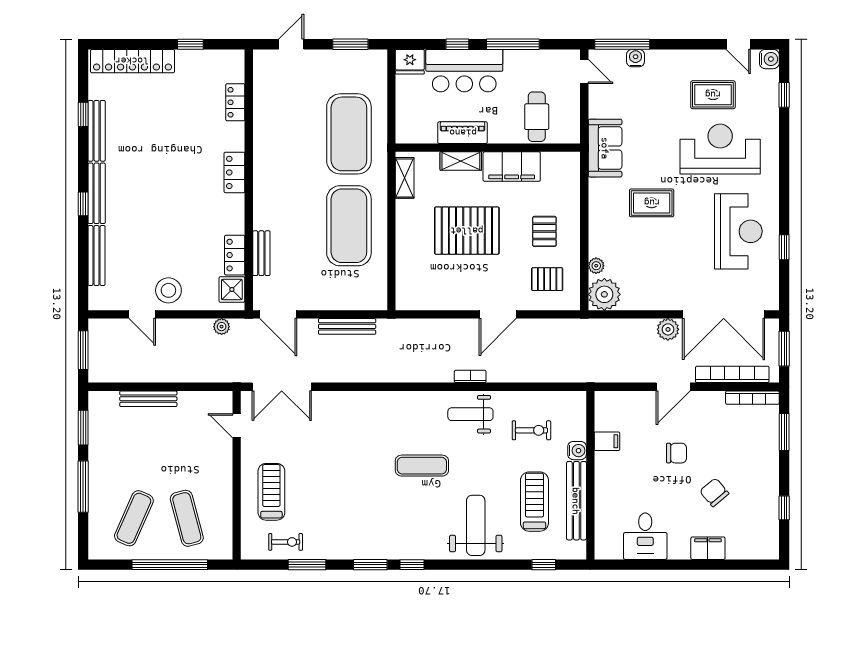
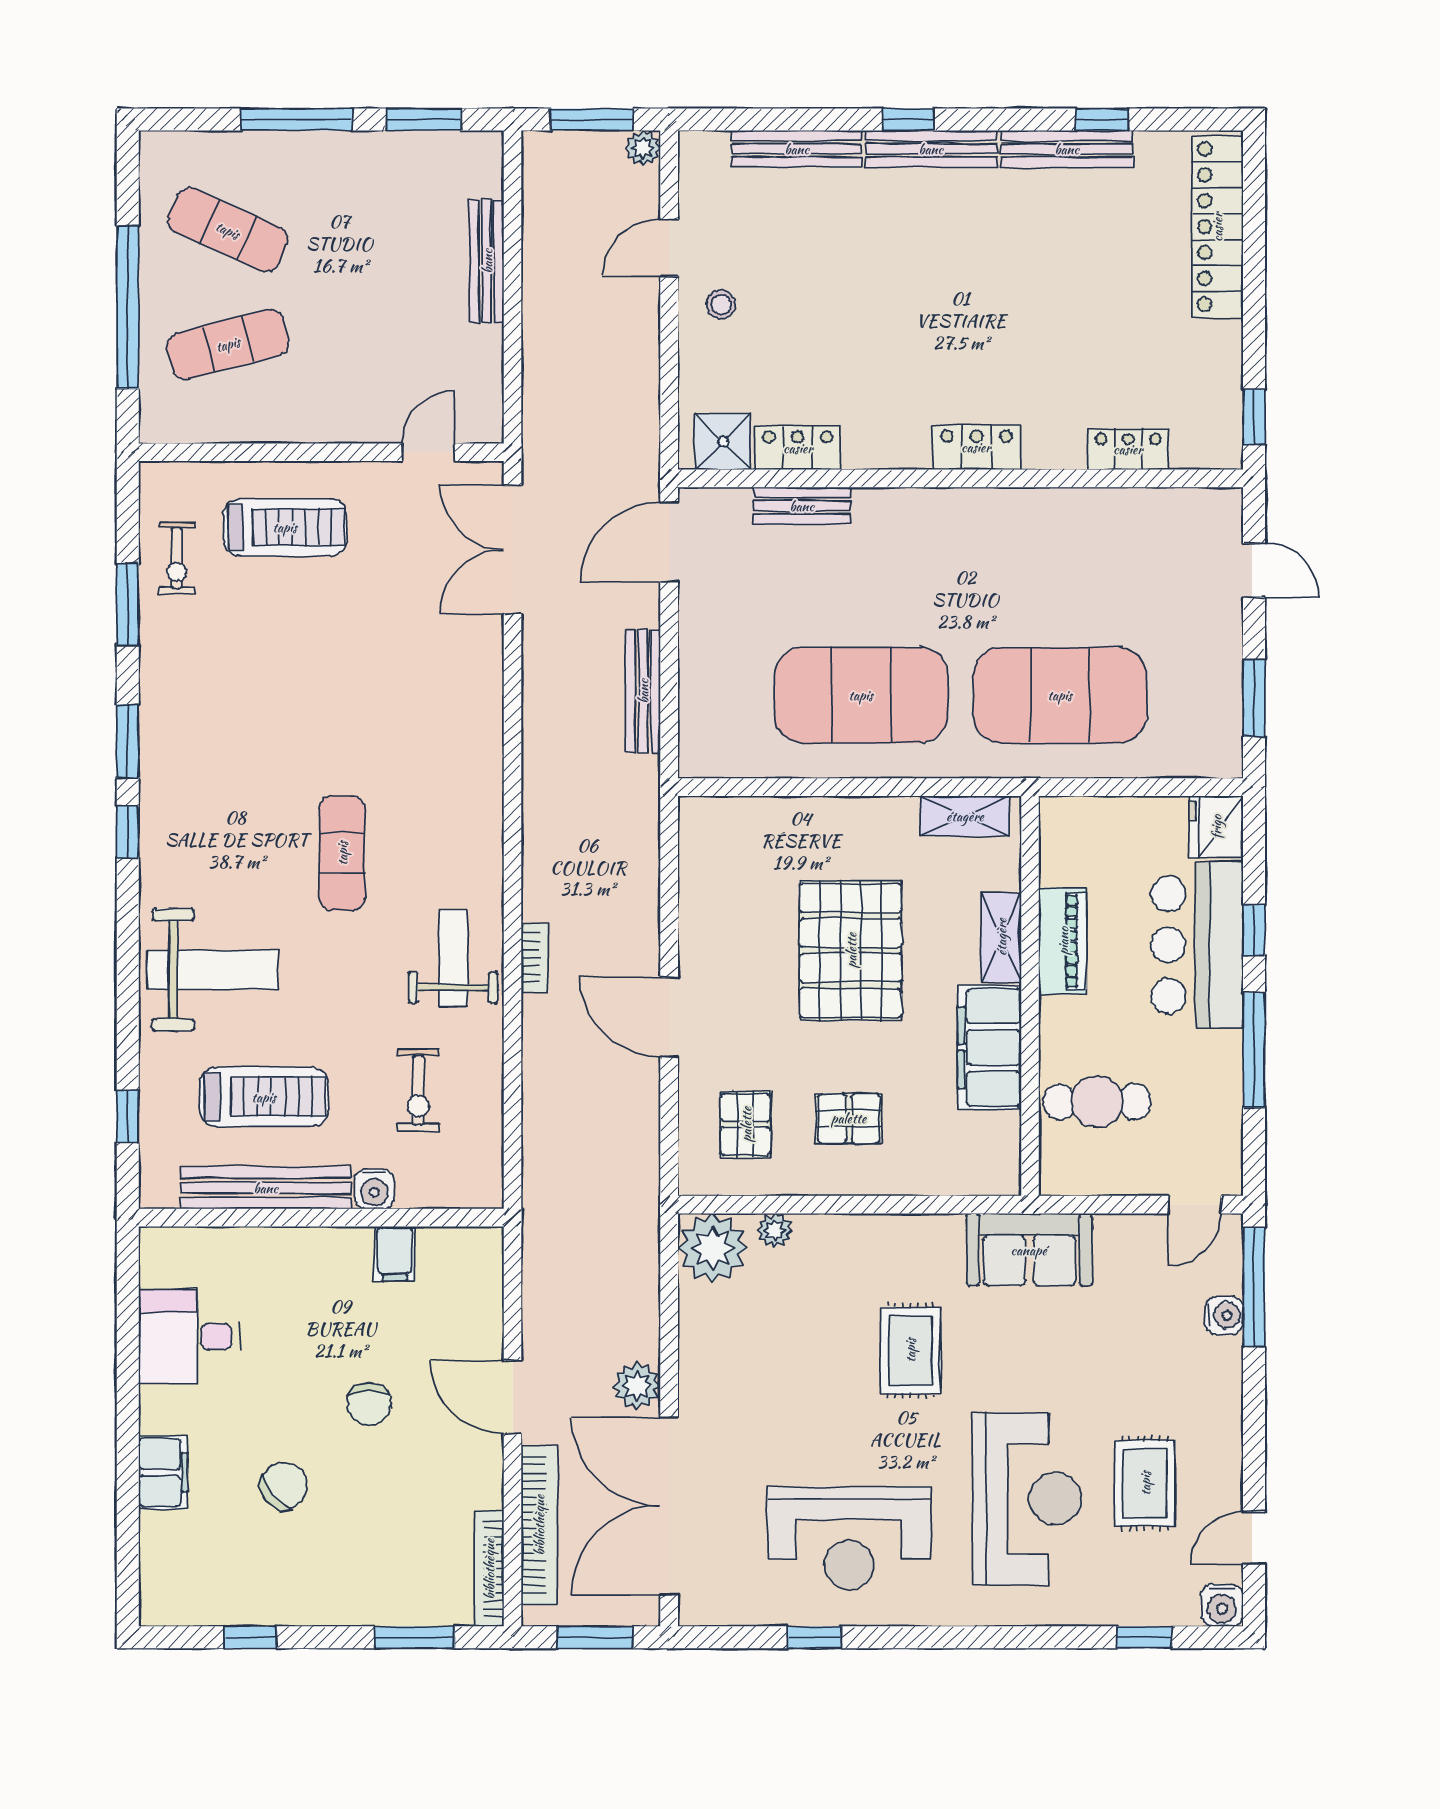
window: (190, 44) -> (1254, 417), moved
stool: (168, 290) -> (721, 305), width x0.53, depth x0.53
plant: (222, 327) -> (643, 148), moved

